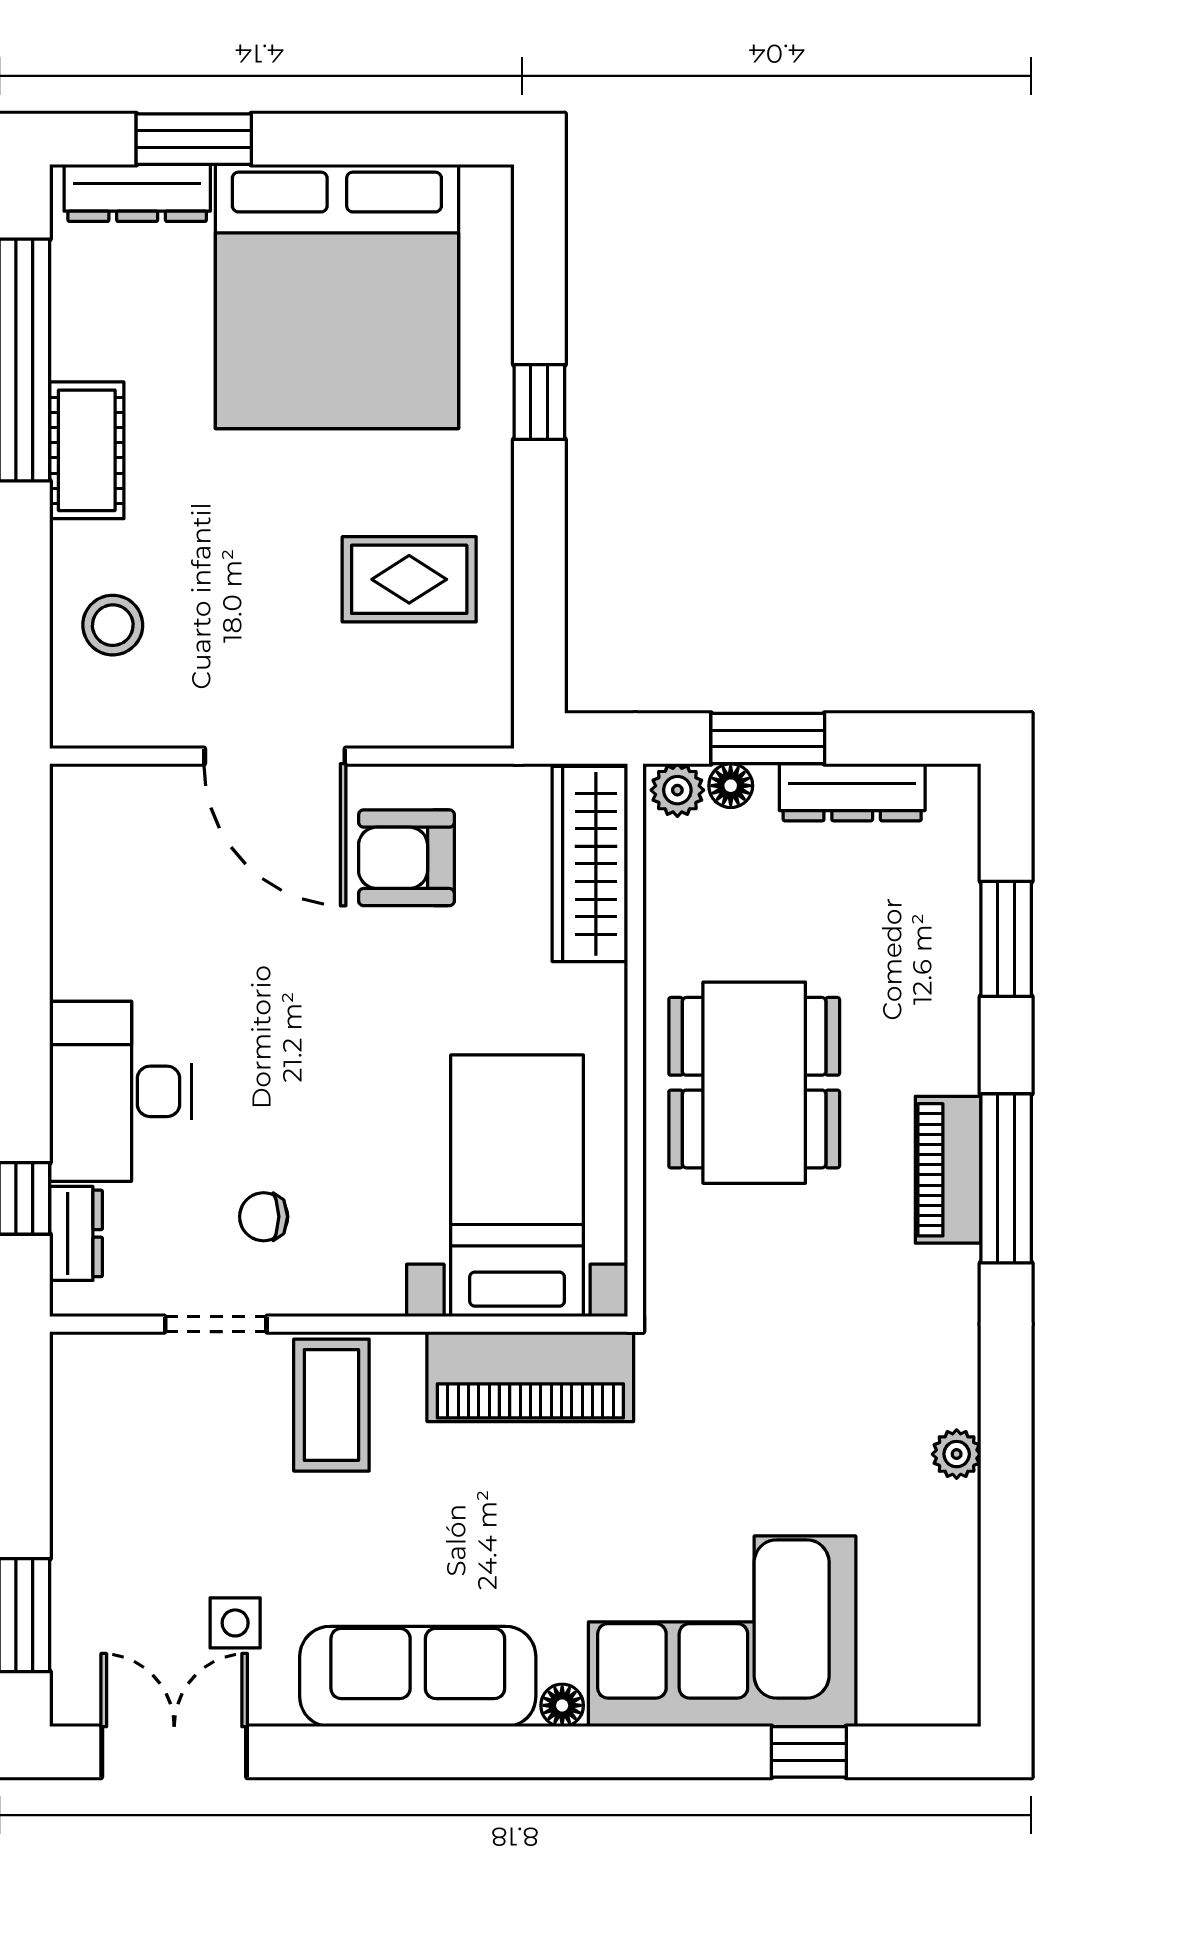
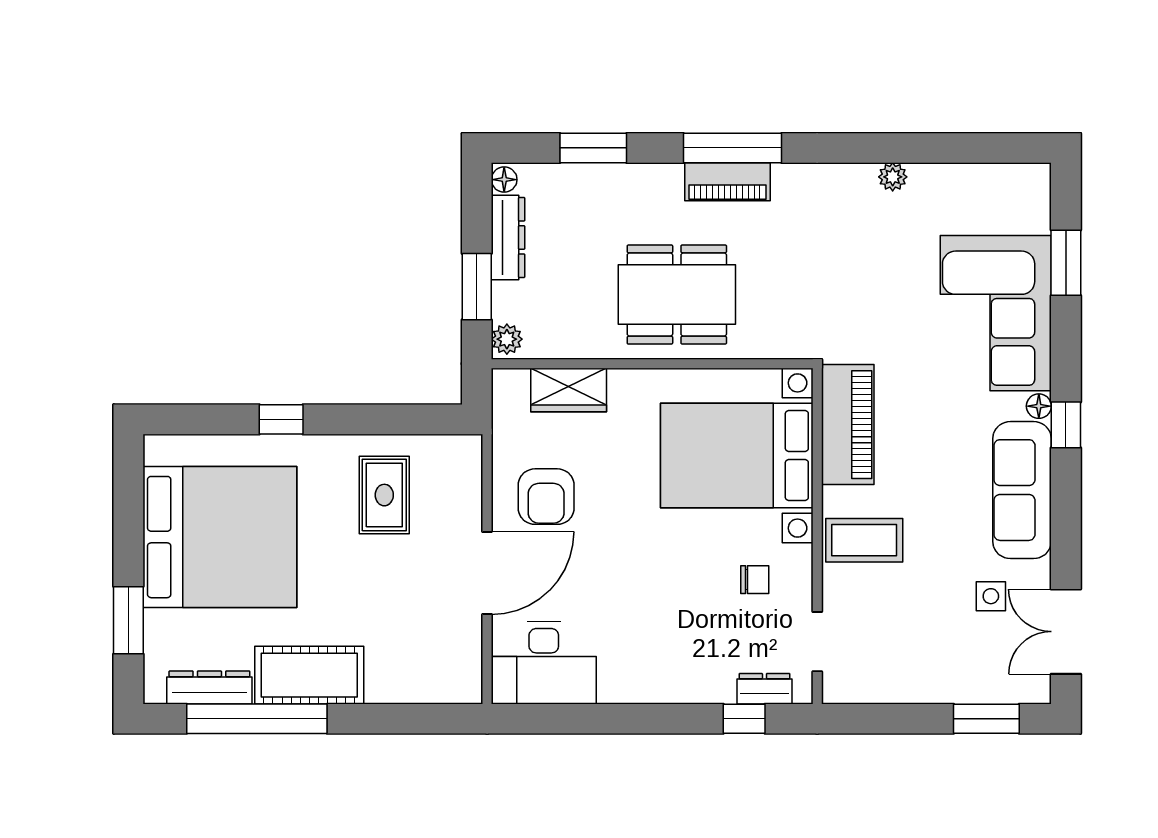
dresser: (137, 193) -> (209, 687), moved, turned -90
cot: (87, 450) -> (309, 675), width x1.37, depth x1.34
stool: (113, 625) -> (411, 667), removed
floor lamp: (731, 786) -> (504, 180), moved
wardrobe: (590, 864) -> (569, 390), width x0.67
desk: (120, 1091) -> (544, 663), moved
bed with nightstands: (517, 1186) -> (737, 456), width x1.36
chair: (264, 1217) -> (755, 580), turned -90
doorway: (216, 1324) -> (817, 642), moved
window: (530, 1752) -> (1066, 425), added
window: (809, 1752) -> (1066, 263), width x1.50

